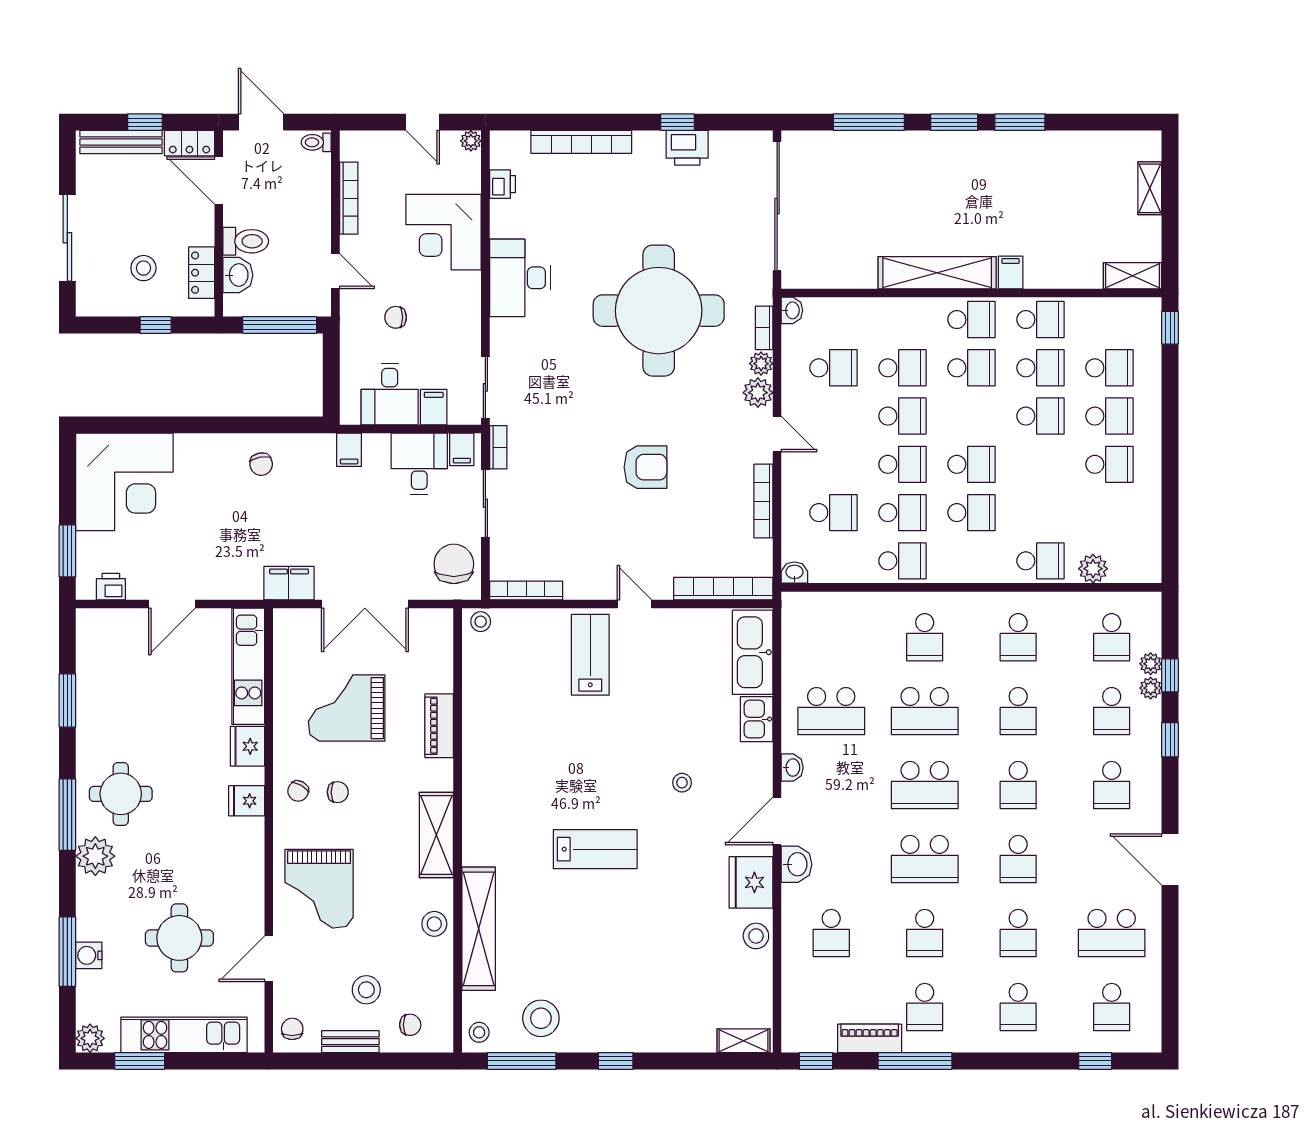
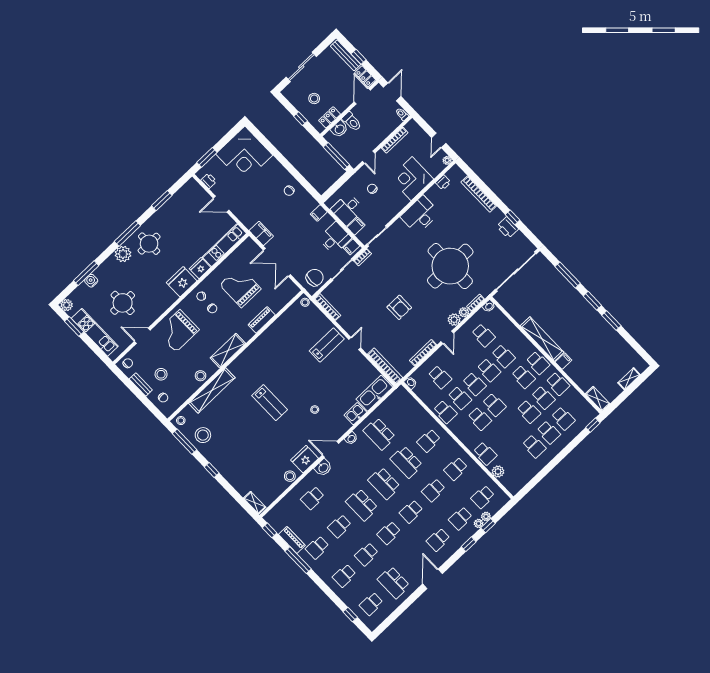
fridge: (247, 801) -> (182, 282), width x1.88, depth x1.34

